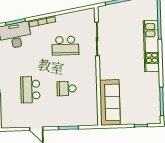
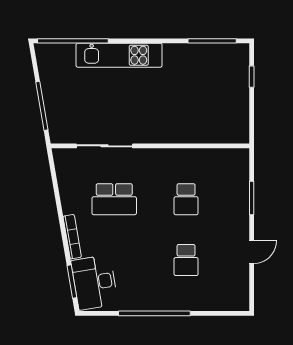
school desk: (65, 46) -> (114, 199), turned 90
school desk: (30, 90) -> (186, 260), width x0.54
sofa: (110, 102) -> (211, 127), removed

